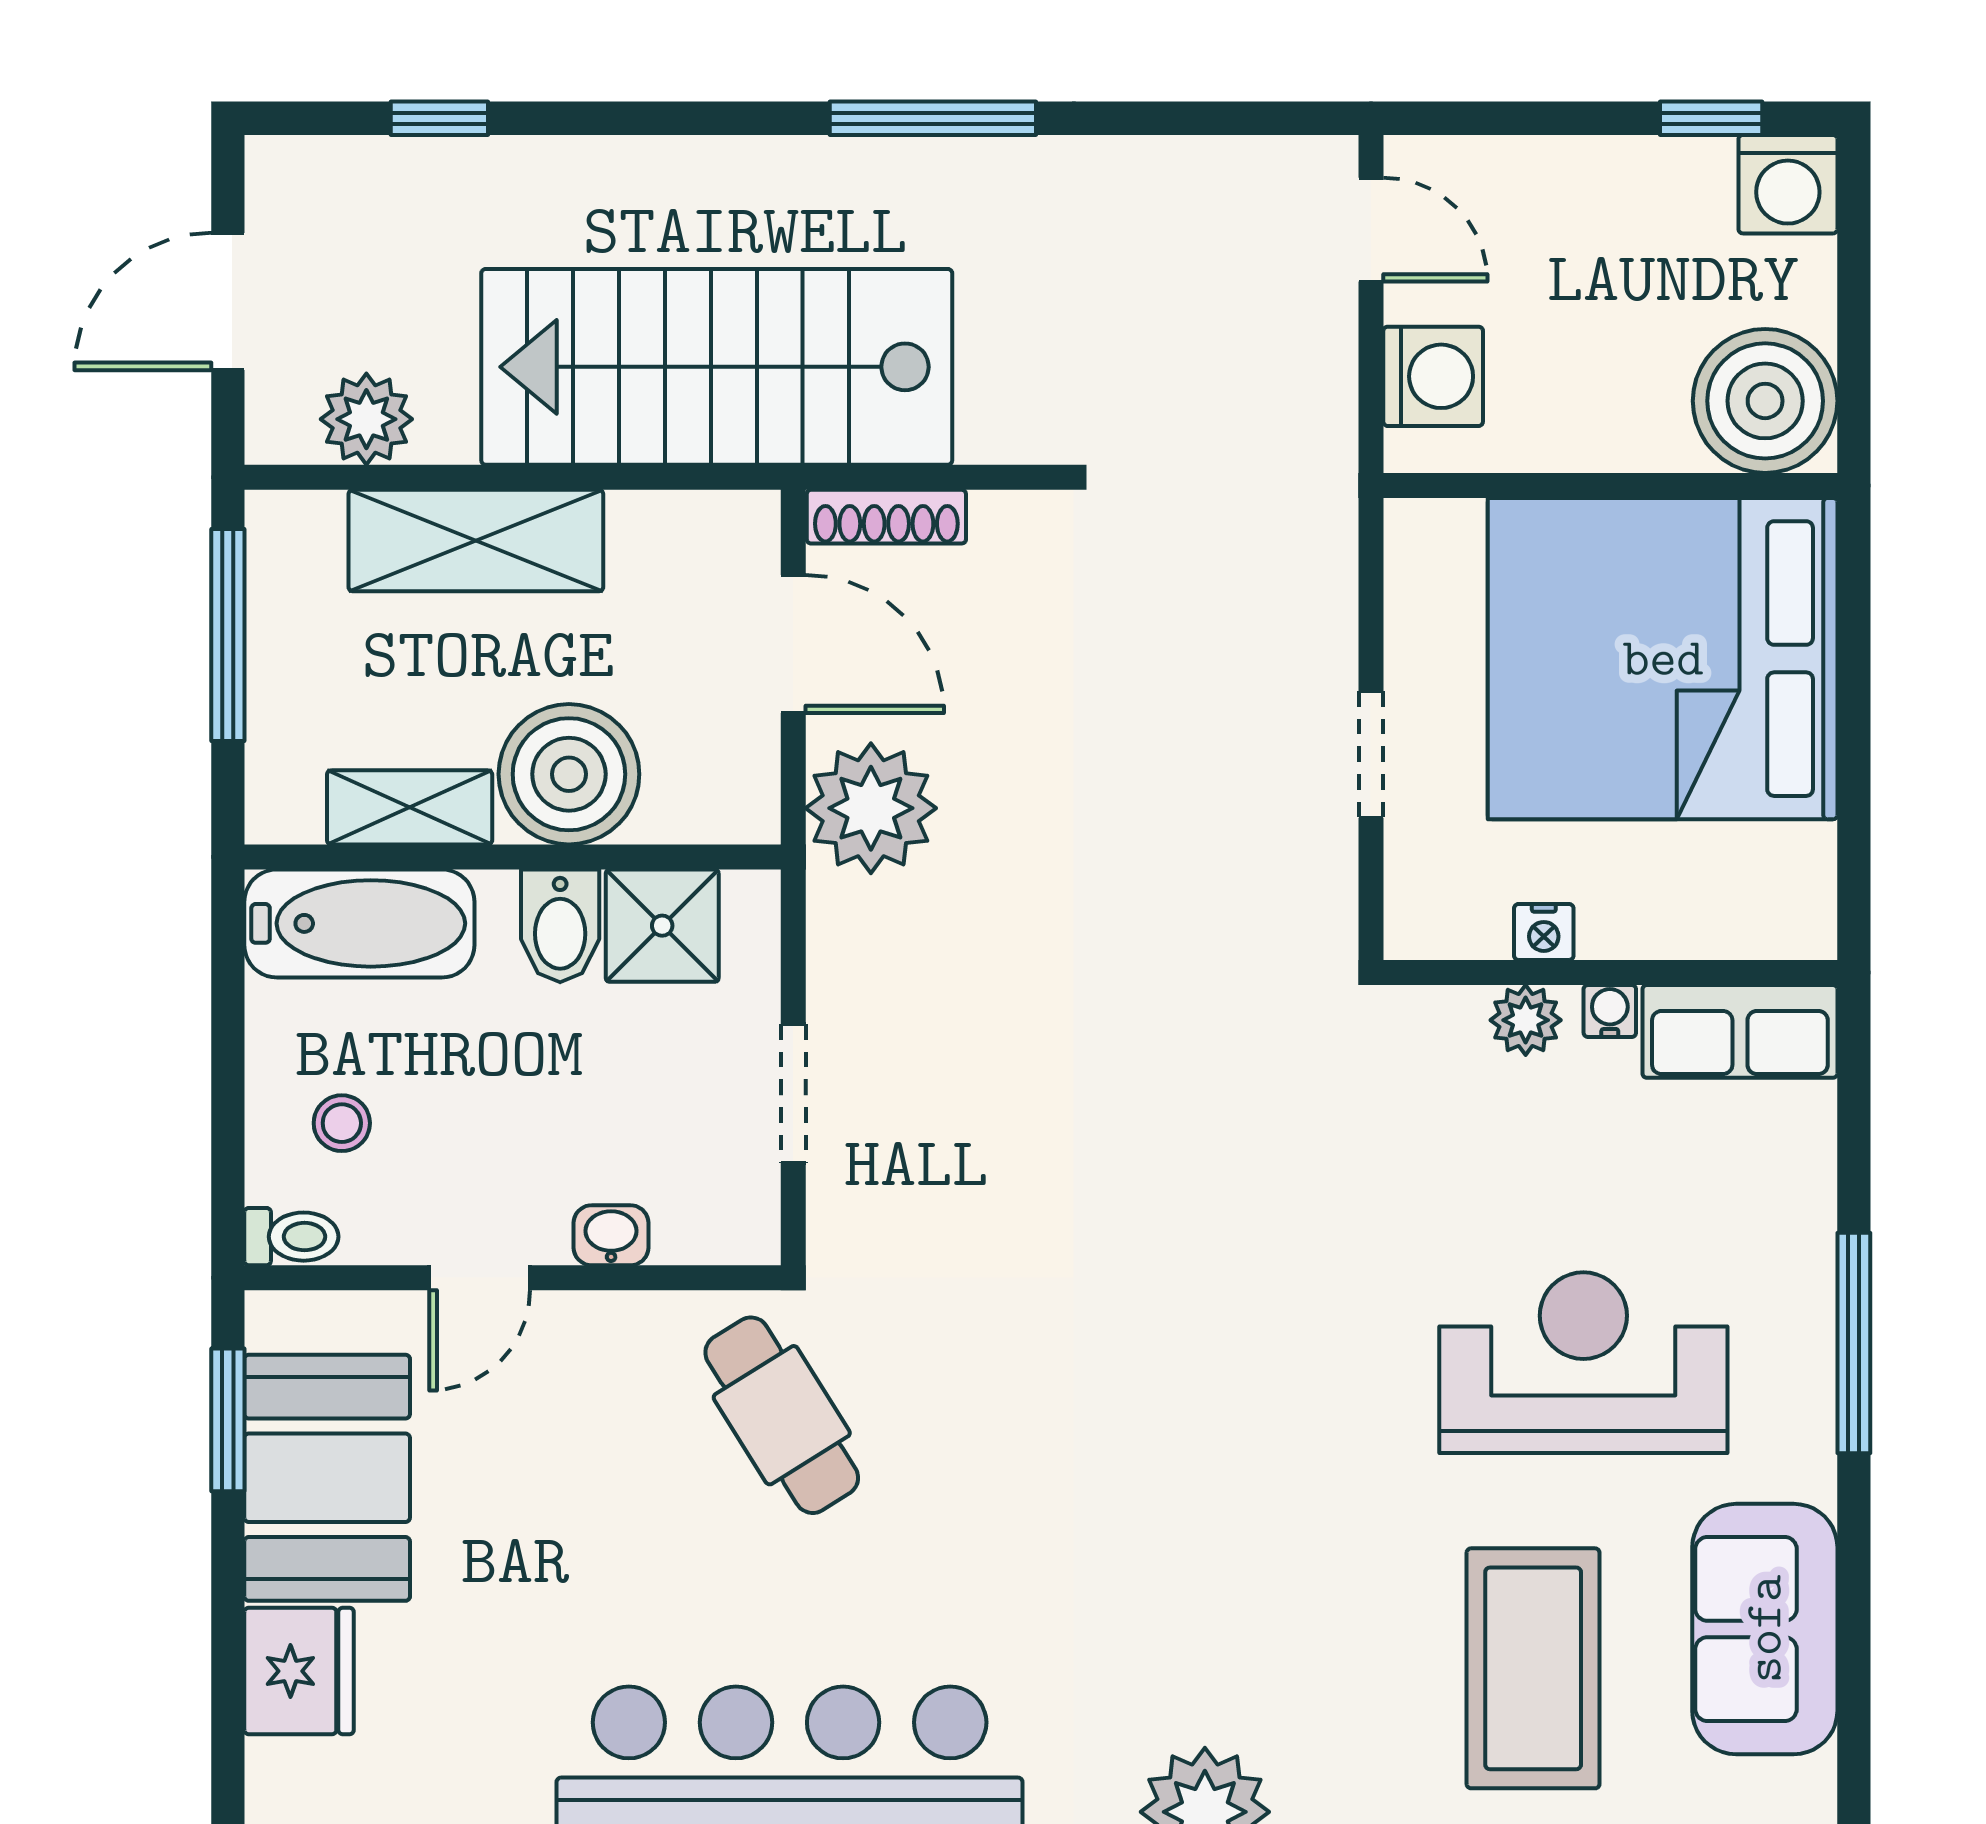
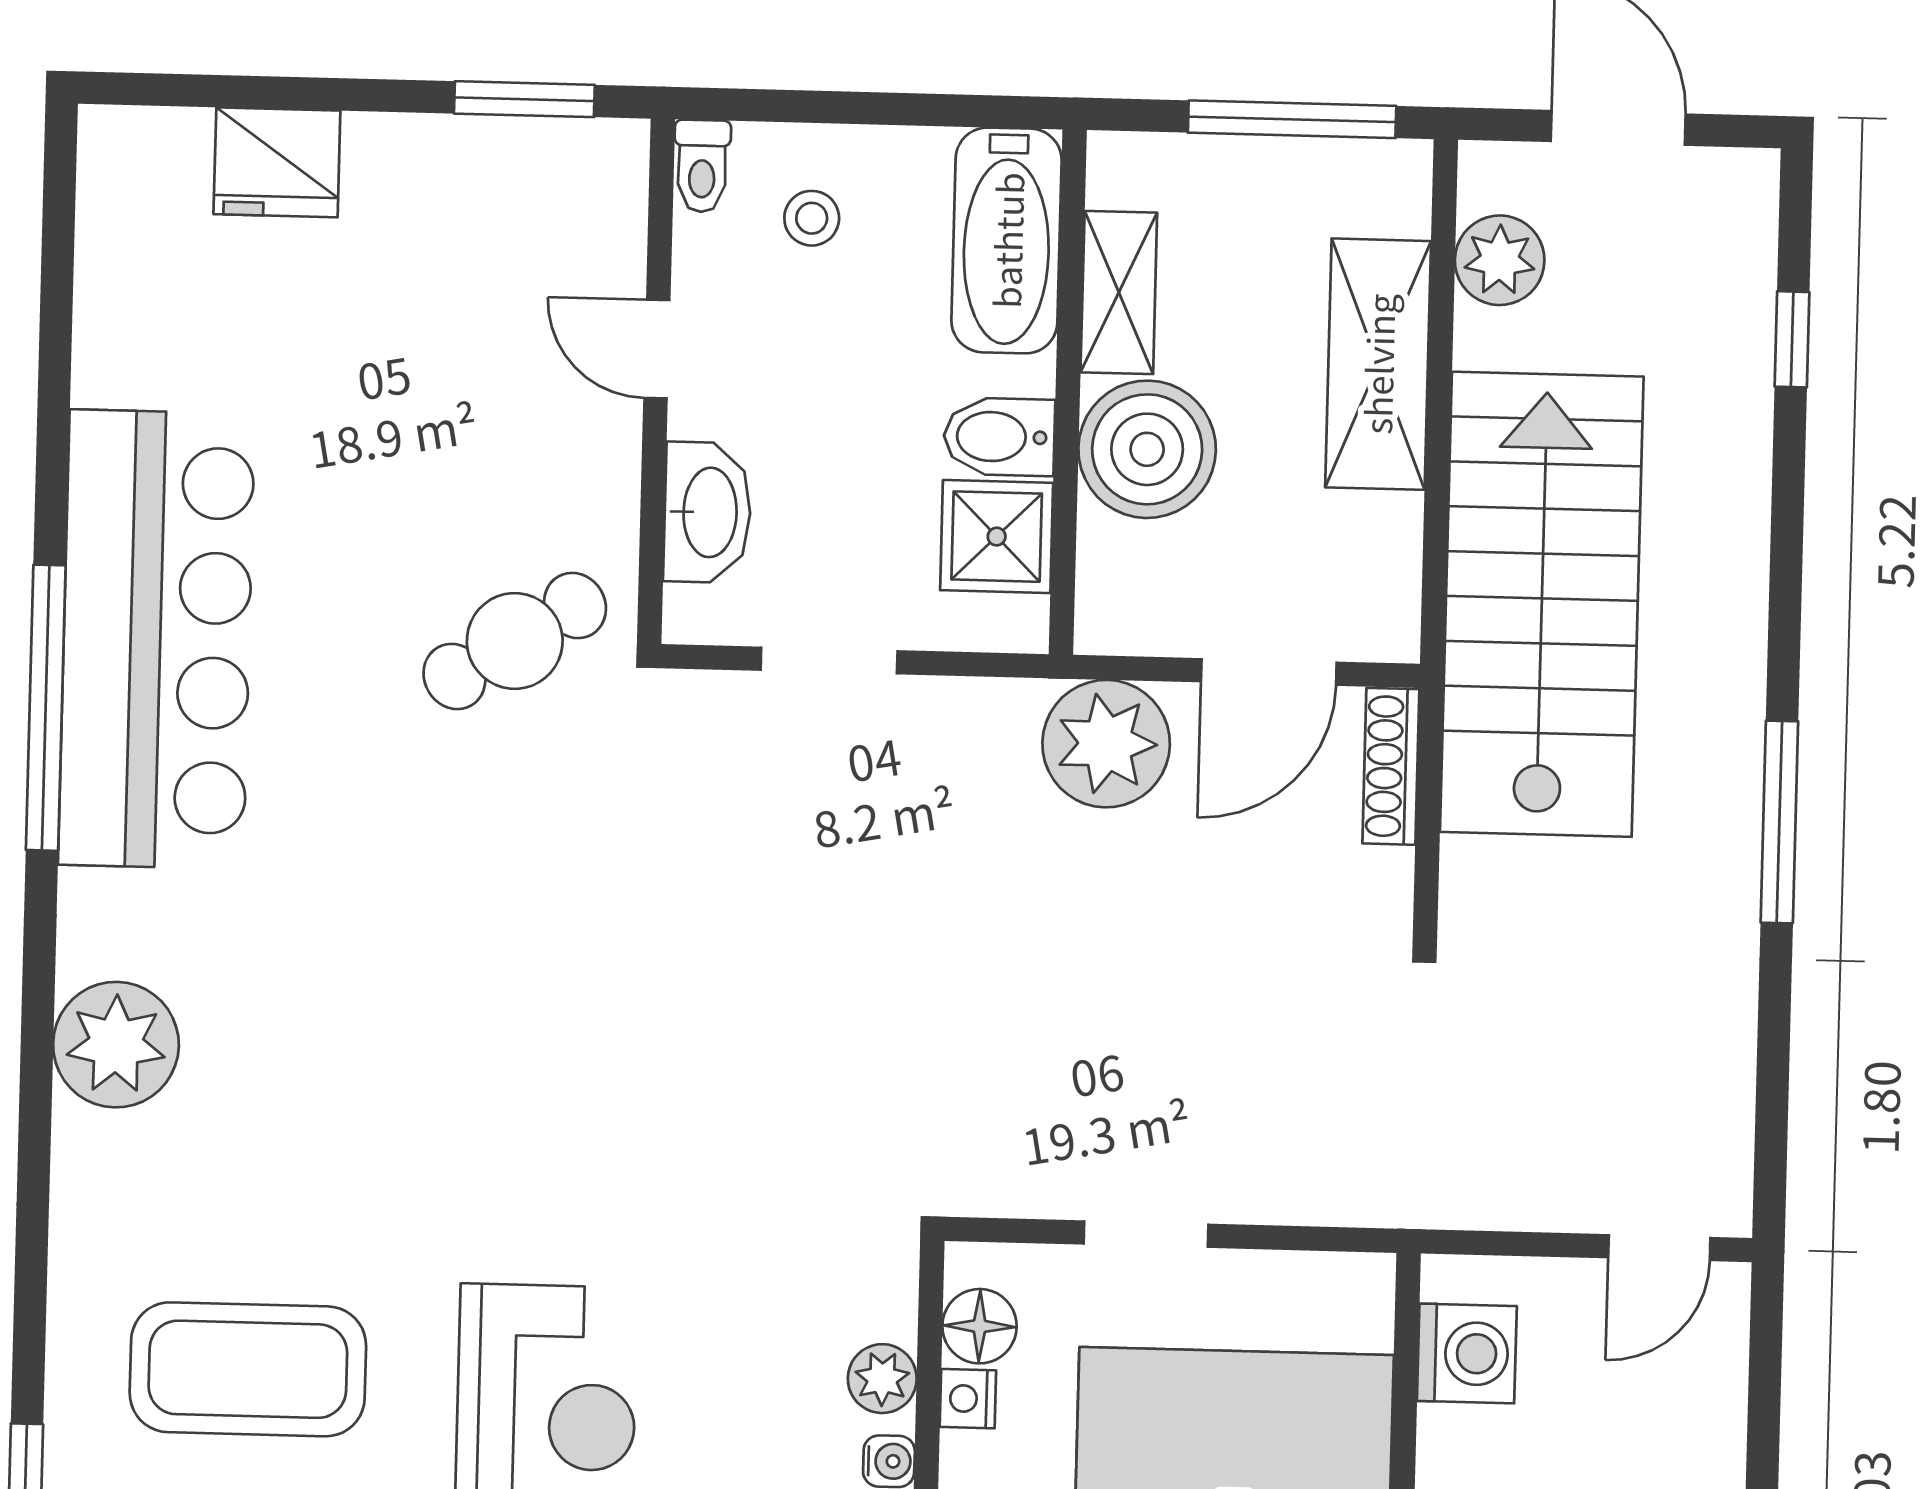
washing machine: (1433, 376) -> (1467, 1353), moved, turned -90
floor lamp: (1469, 922) -> (980, 1326), added
washbasin: (611, 1235) -> (707, 512), width x1.91, depth x1.45
booth: (327, 1478) -> (465, 195), removed

